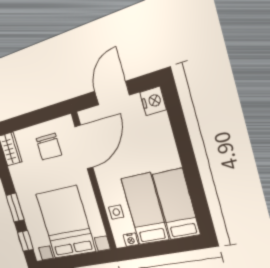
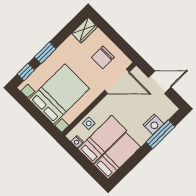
nightstand: (153, 101) -> (154, 124), moved
window: (180, 131) -> (160, 134), added

